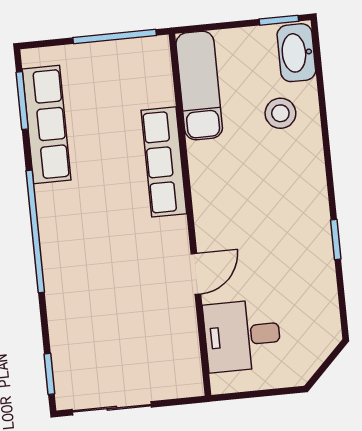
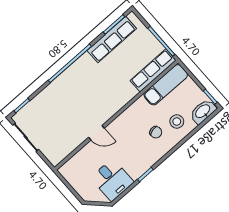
row of seats: (164, 162) -> (153, 70), moved
chair: (273, 165) -> (156, 132), added
desk: (242, 336) -> (112, 180), moved, turned 180

